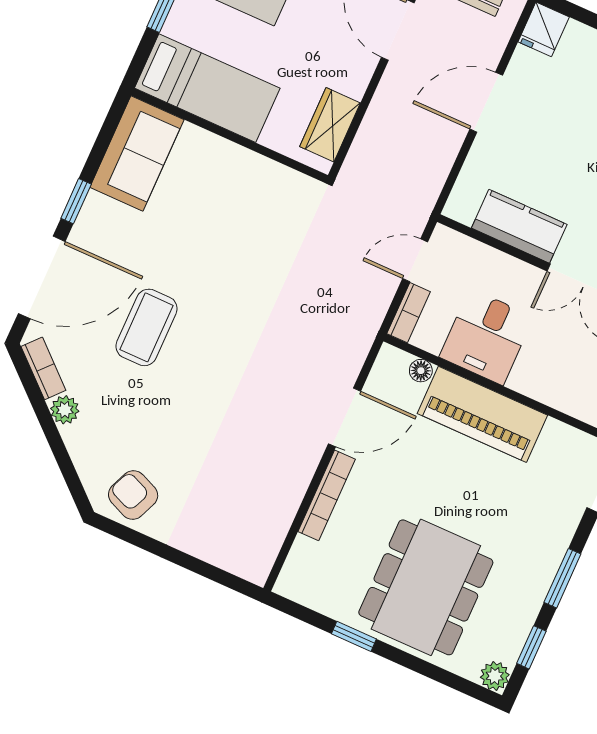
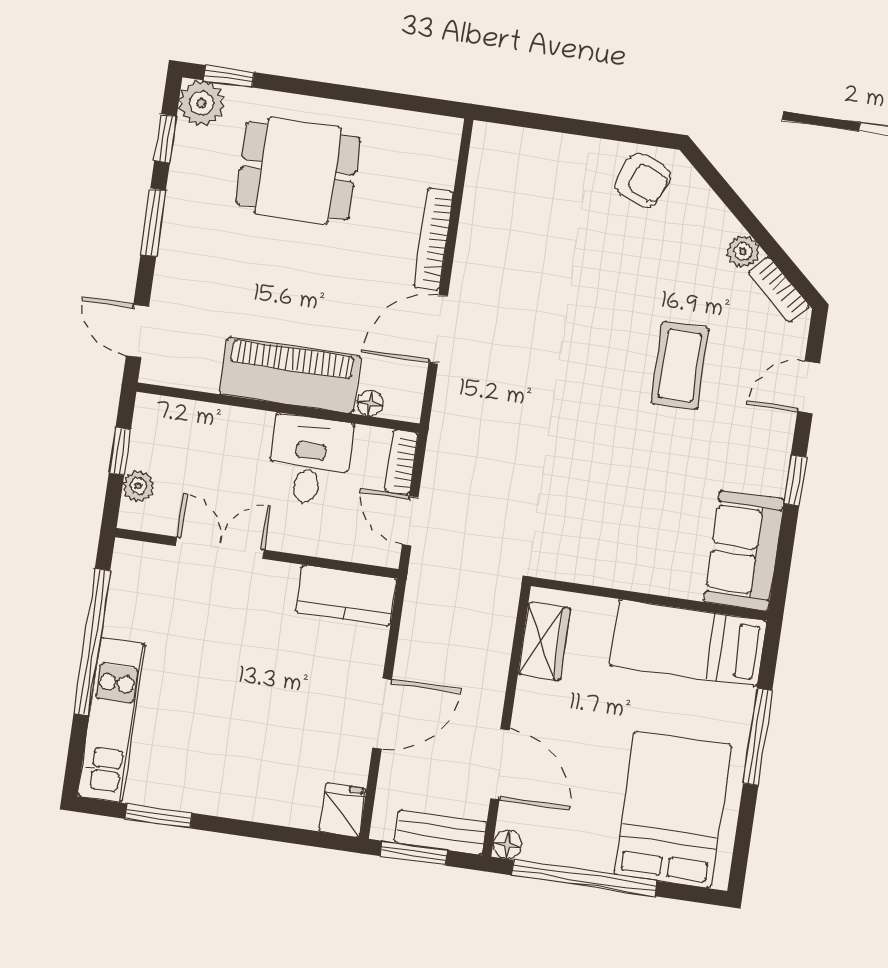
kitchen counter: (519, 226) -> (346, 595), moved
door: (415, 260) -> (410, 521), swing flipped
door: (42, 277) -> (809, 387), width x0.53
dining table: (426, 587) -> (298, 171), width x0.73
window: (354, 636) -> (229, 76), moved
plant: (495, 676) -> (201, 103), width x1.38, depth x1.38

